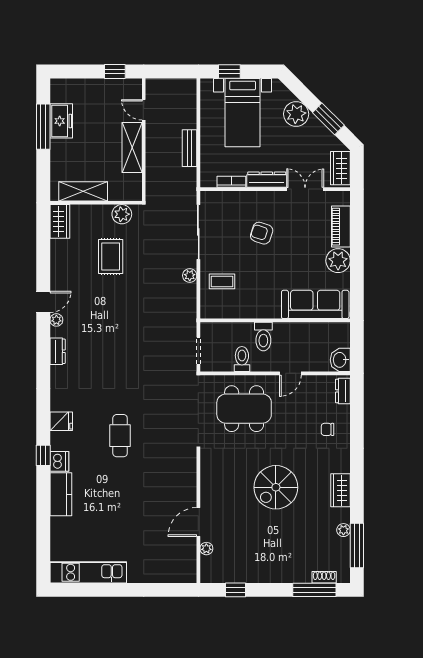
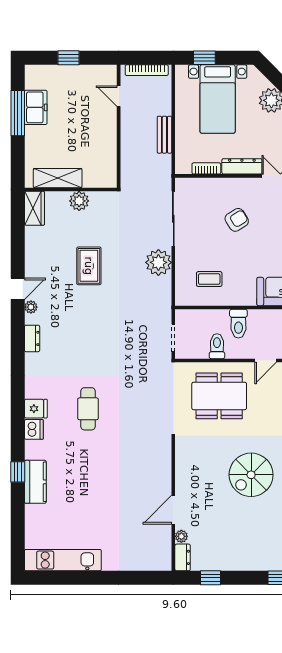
window: (115, 71) -> (69, 58), moved
bookcase: (172, 84) -> (147, 70), added
shelving: (132, 147) -> (107, 134), removed
plant: (122, 214) -> (79, 201), moved
armchair: (262, 233) -> (237, 220), turned 130
rug: (111, 257) -> (89, 266), moved
plant: (190, 276) -> (158, 262), width x1.87, depth x1.87
coffee table: (222, 281) -> (209, 279), moved
cafe table: (120, 436) -> (88, 409), moved
window: (43, 455) -> (18, 472), moved
dishwasher: (59, 461) -> (34, 429), moved
dresser: (208, 570) -> (183, 557), added

